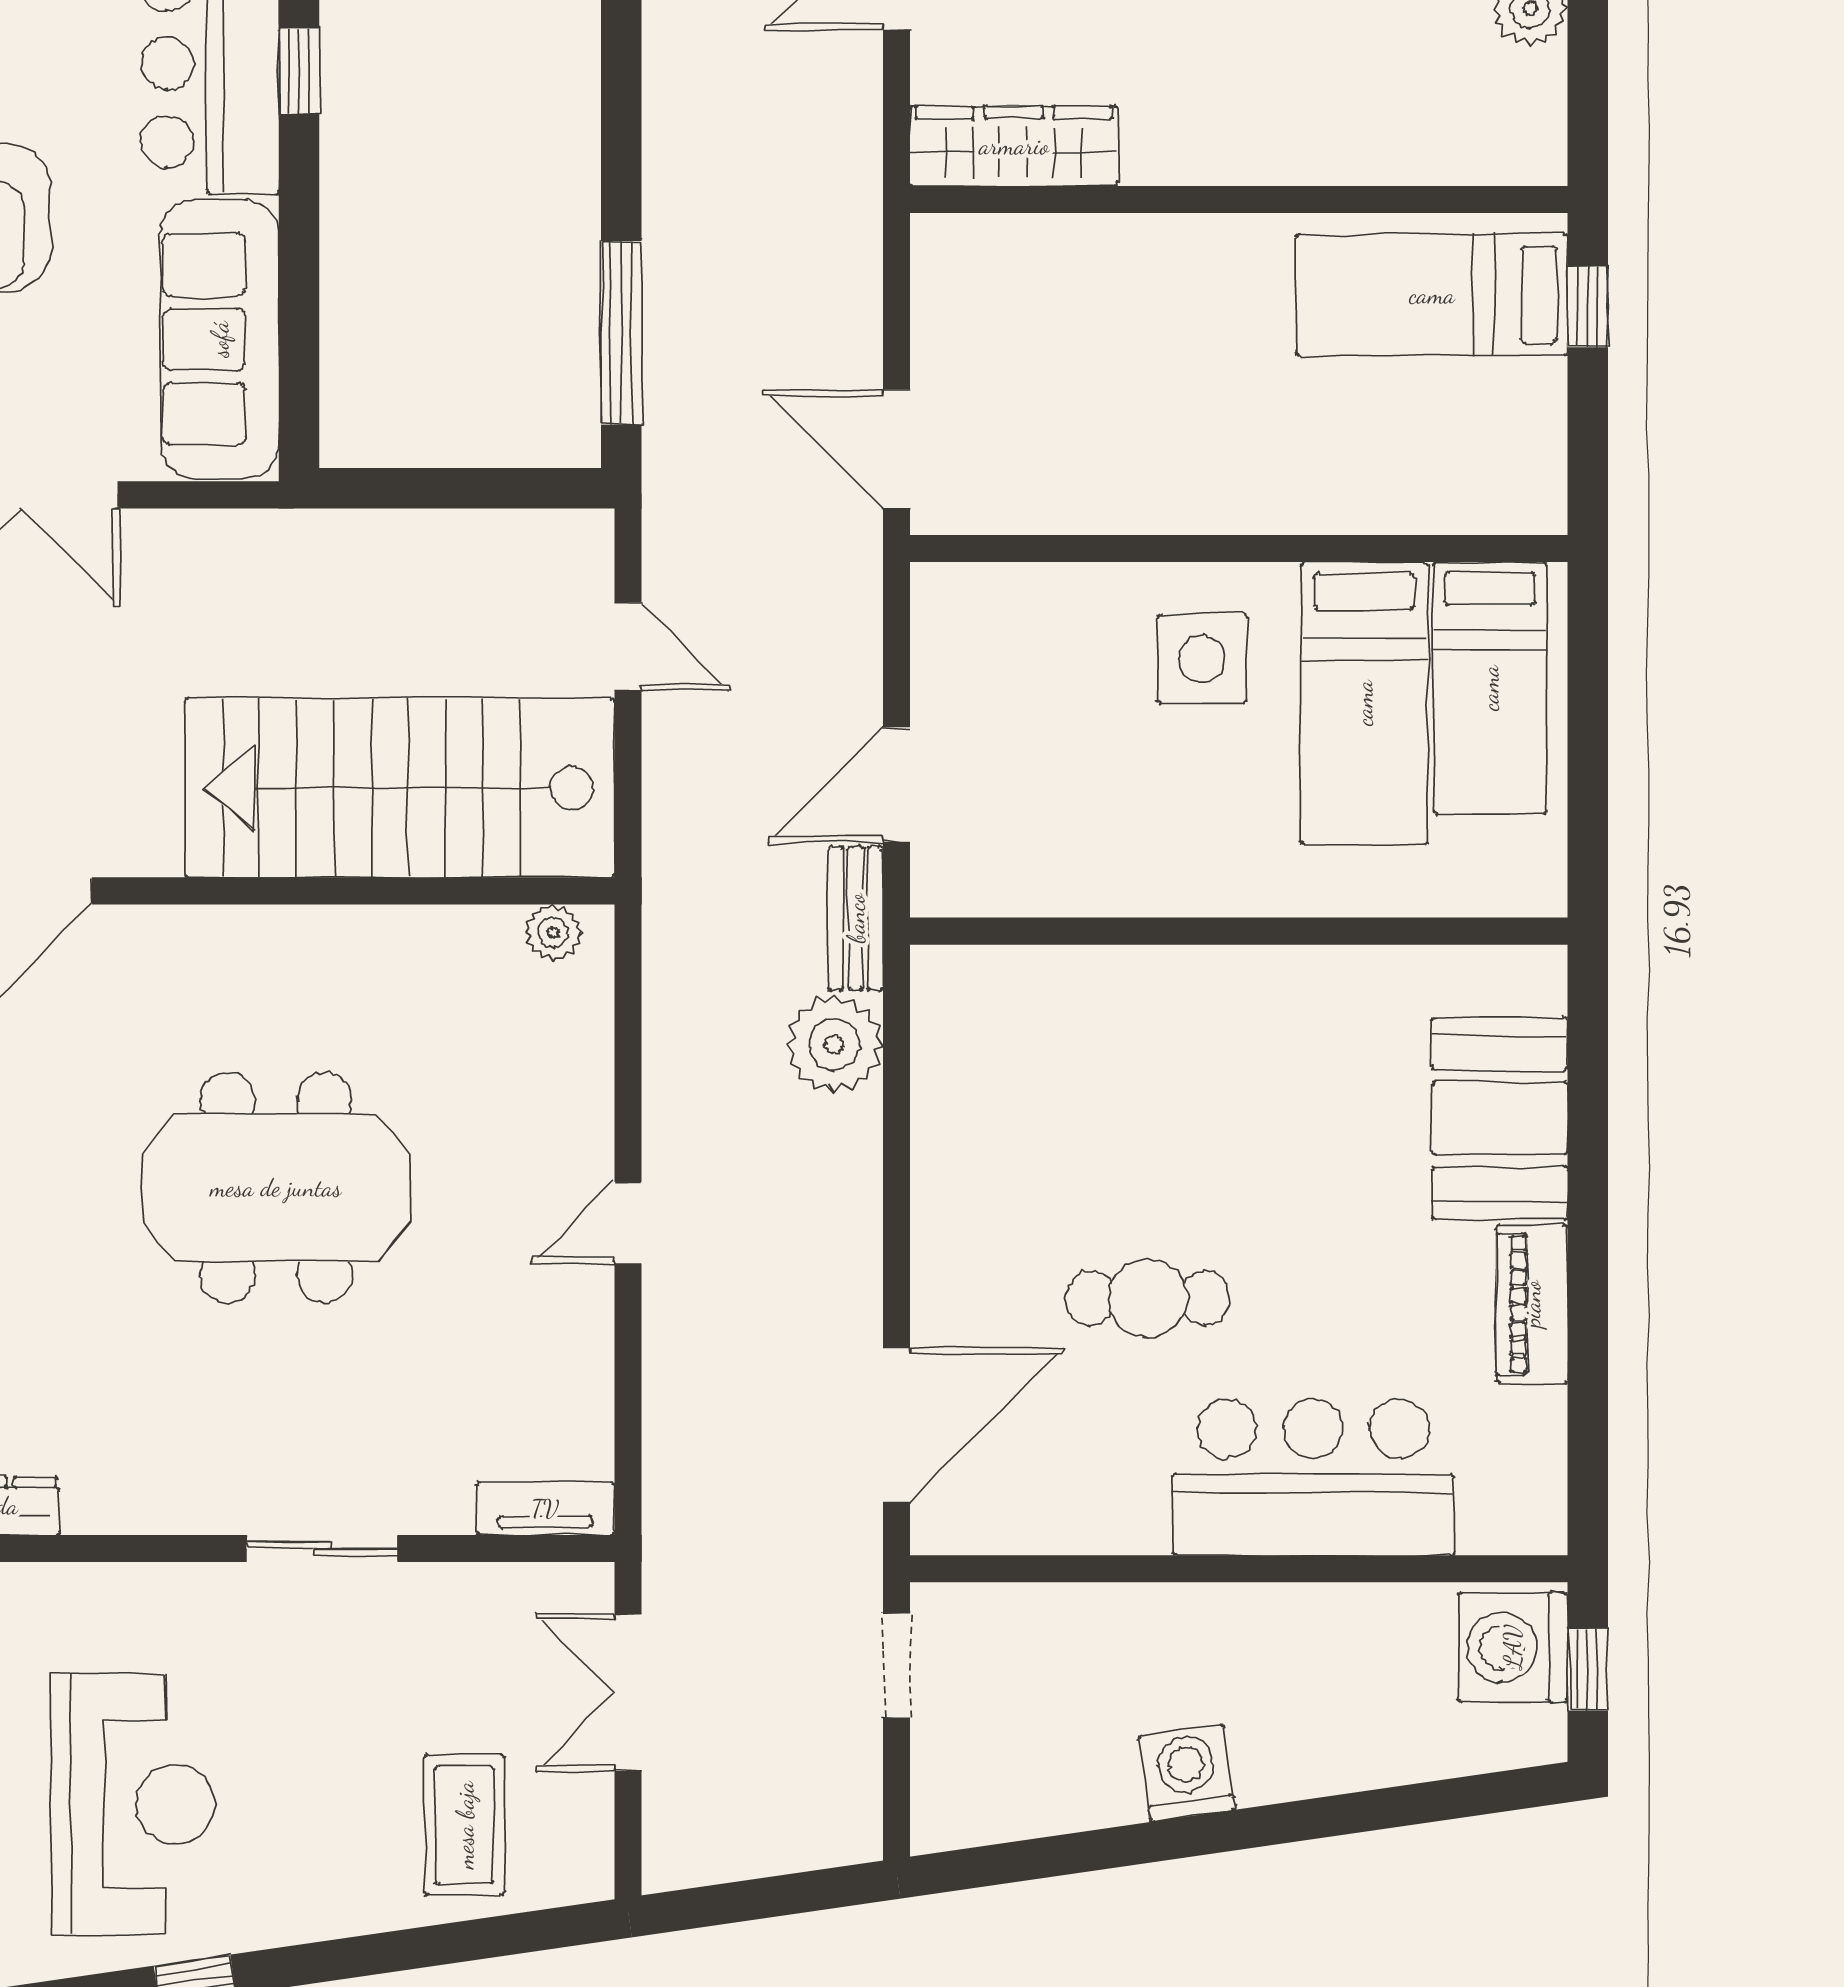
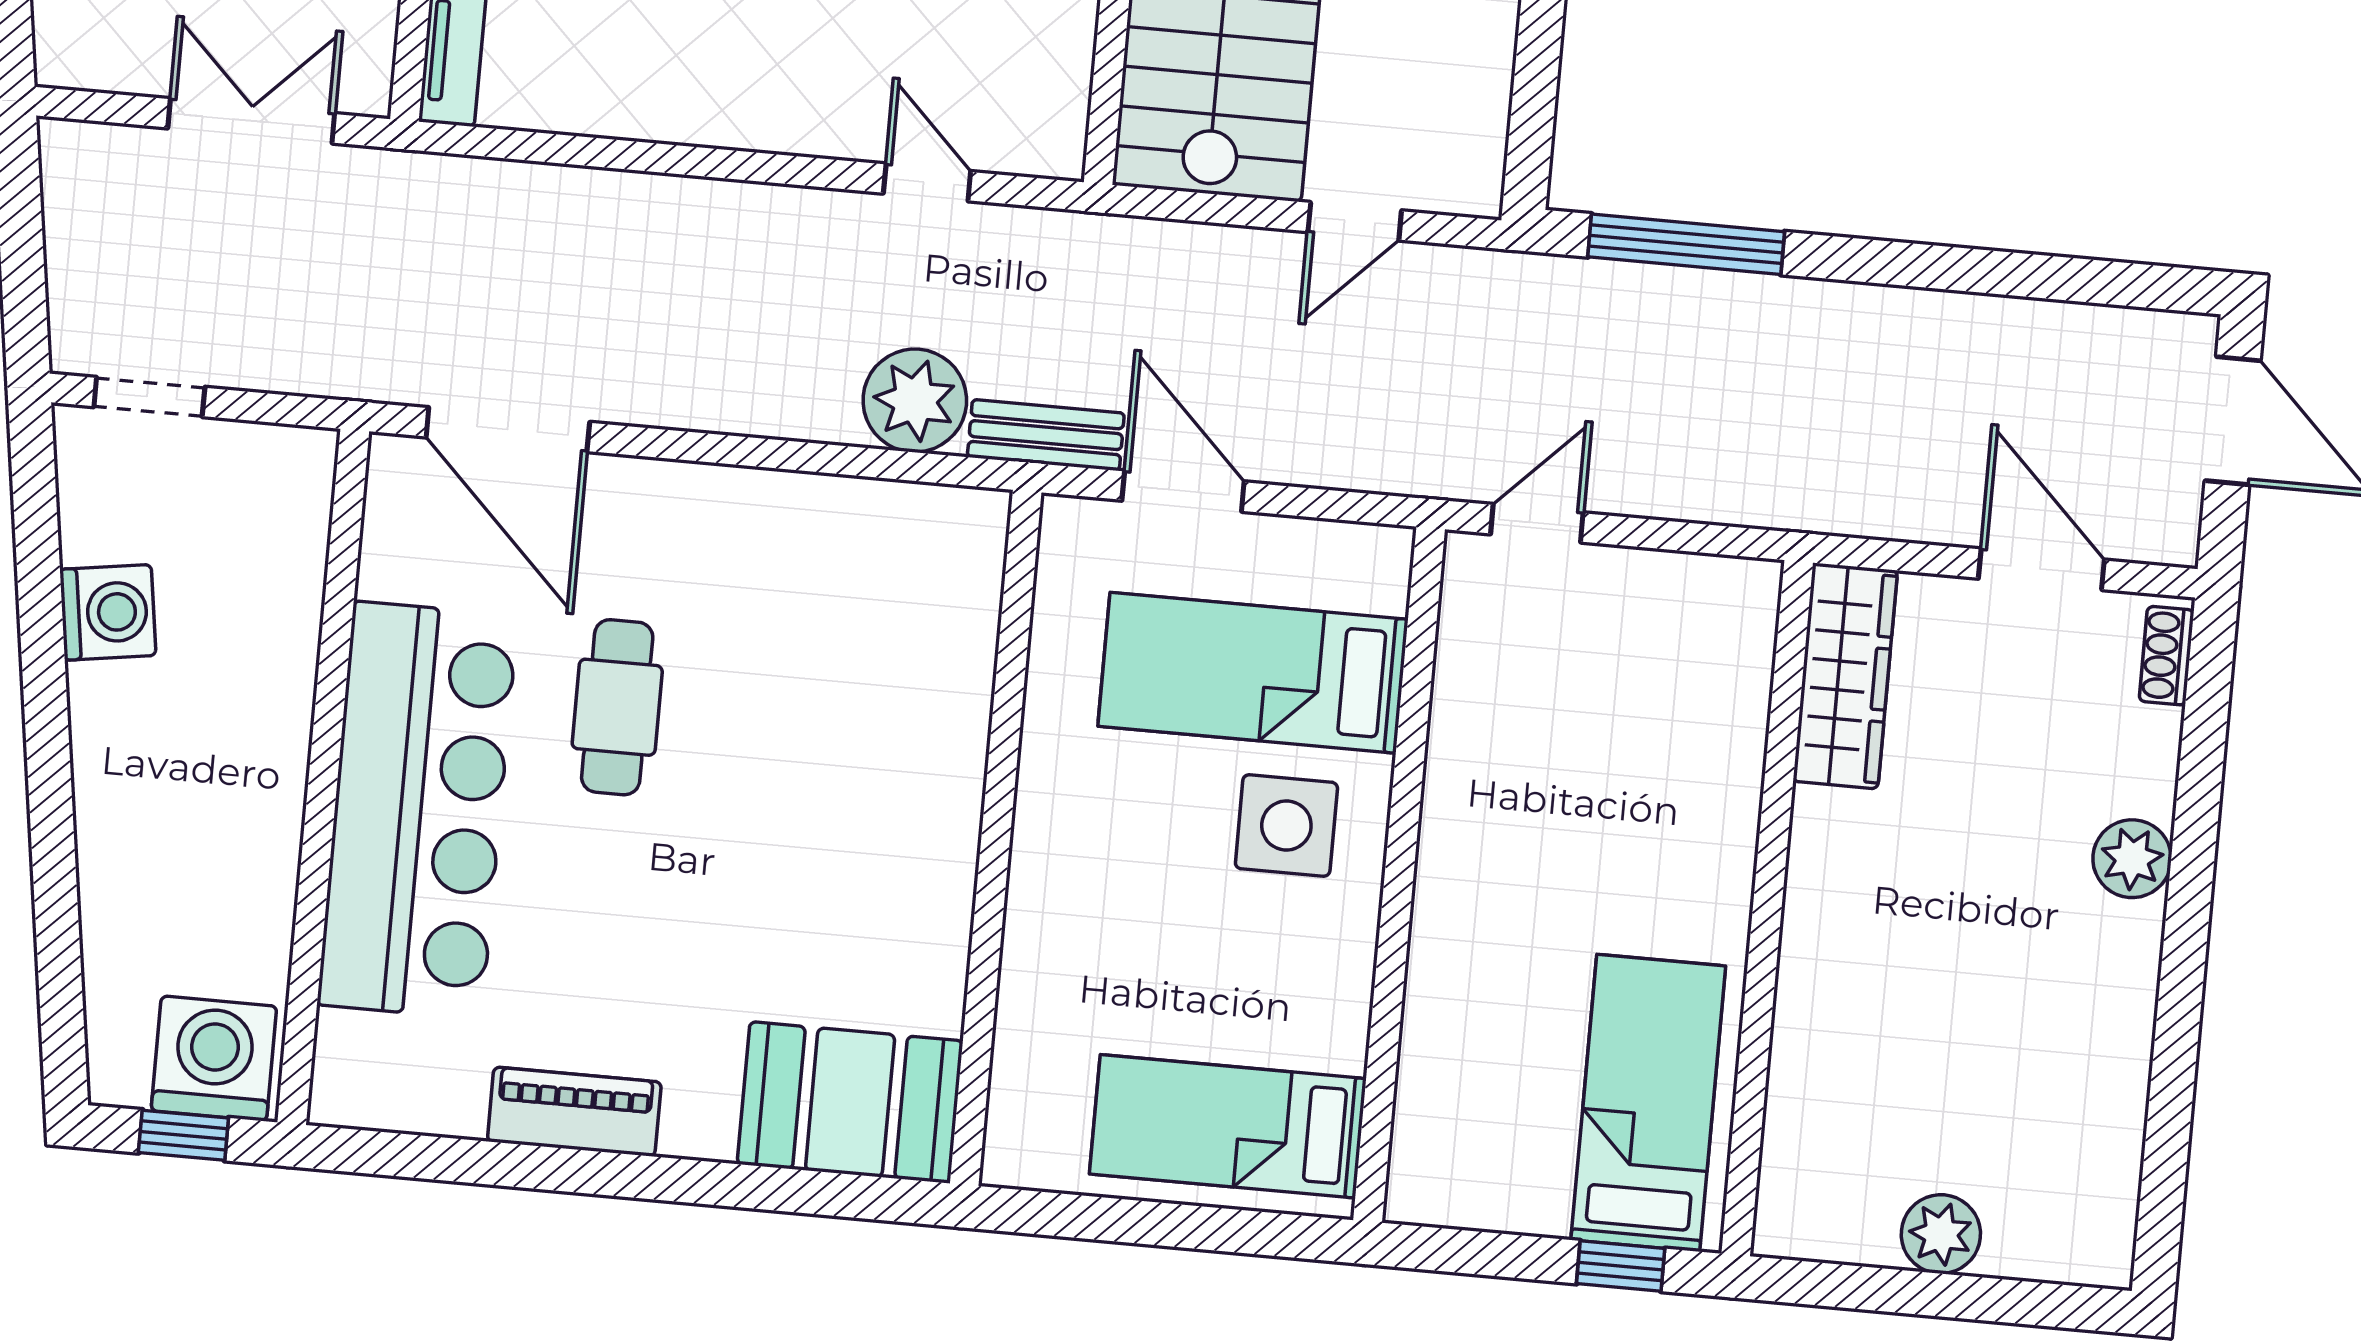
door: (896, 449) -> (1537, 523), width x0.73
bed: (1364, 703) -> (1253, 673), moved
plant: (553, 933) -> (1060, 115), removed
booth: (1500, 1118) -> (850, 1102), moved
door: (628, 1223) -> (927, 182), moved
bar counter: (1313, 1477) -> (418, 810), width x1.36
doorway: (896, 1666) -> (149, 397), moved
washing machine: (1187, 1773) -> (108, 612), moved

